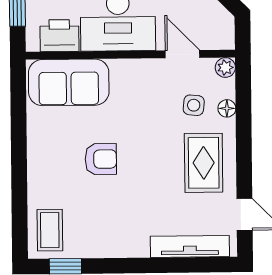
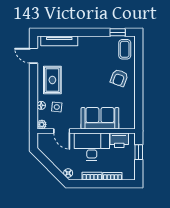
sofa: (69, 82) -> (100, 118), moved
armchair: (101, 159) -> (119, 78), moved, turned -70

